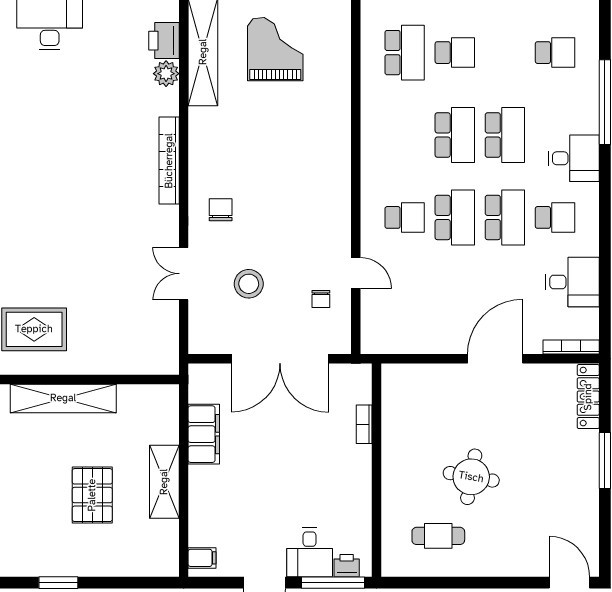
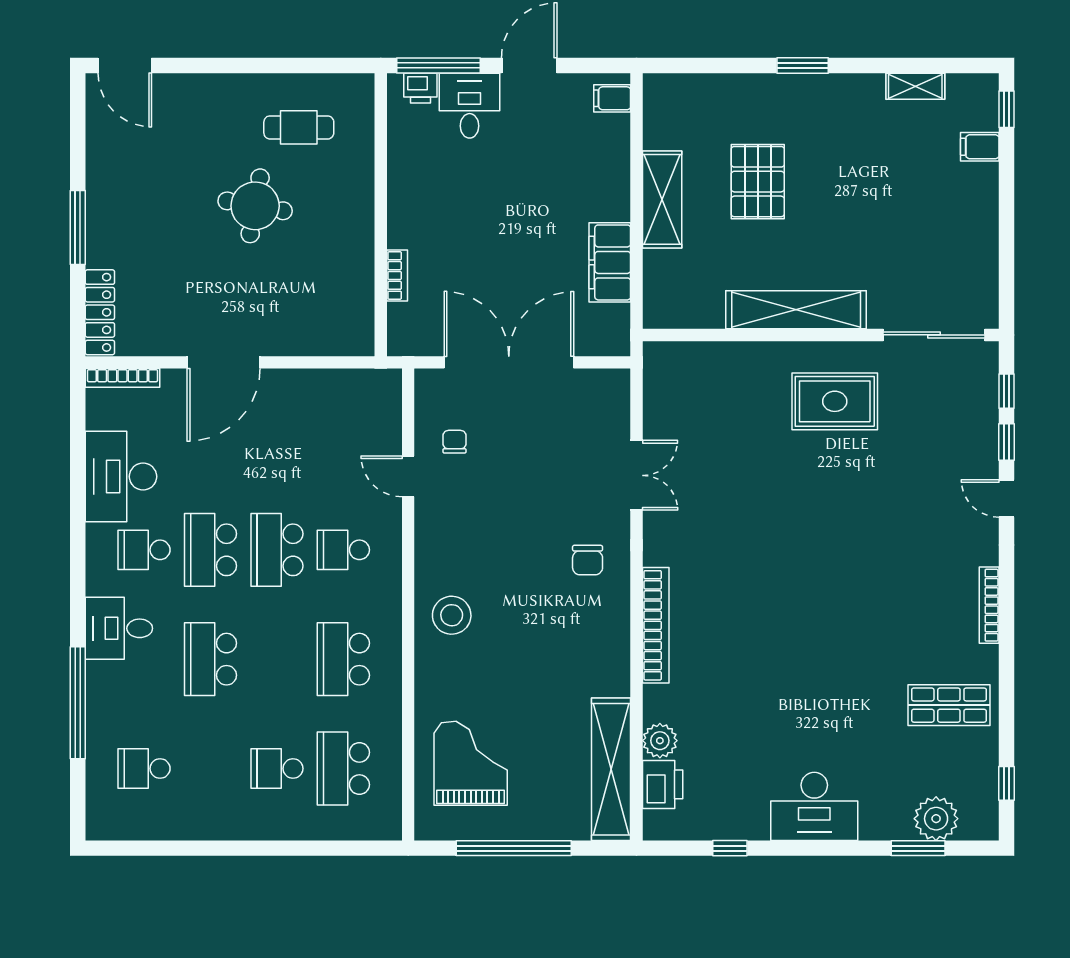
grand piano: (275, 49) -> (471, 763), moved, turned 180
school desk: (455, 135) -> (343, 659), moved
desk: (572, 282) -> (121, 477), width x1.37
stool: (249, 284) -> (452, 615), moved

